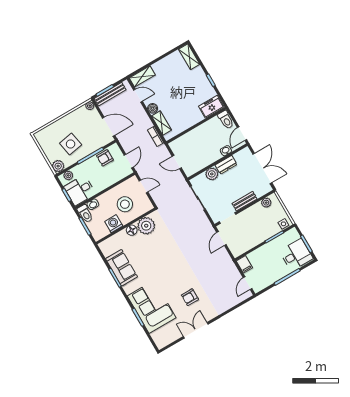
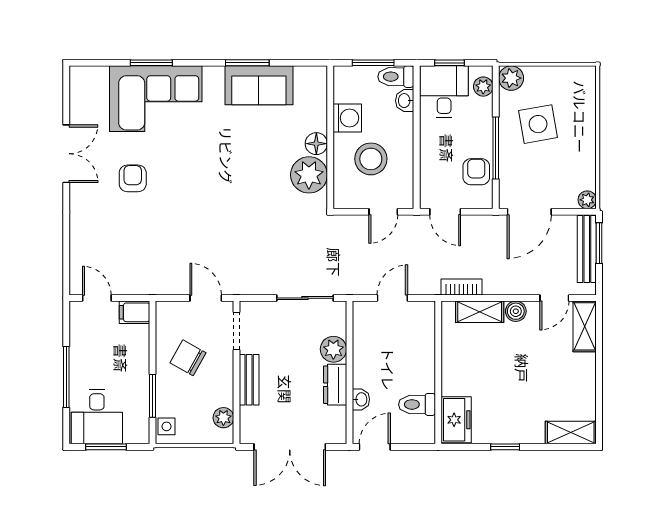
toilet: (226, 120) -> (417, 404), moved
door: (242, 134) -> (375, 447), hinge flipped
chair: (250, 232) -> (188, 358), added

